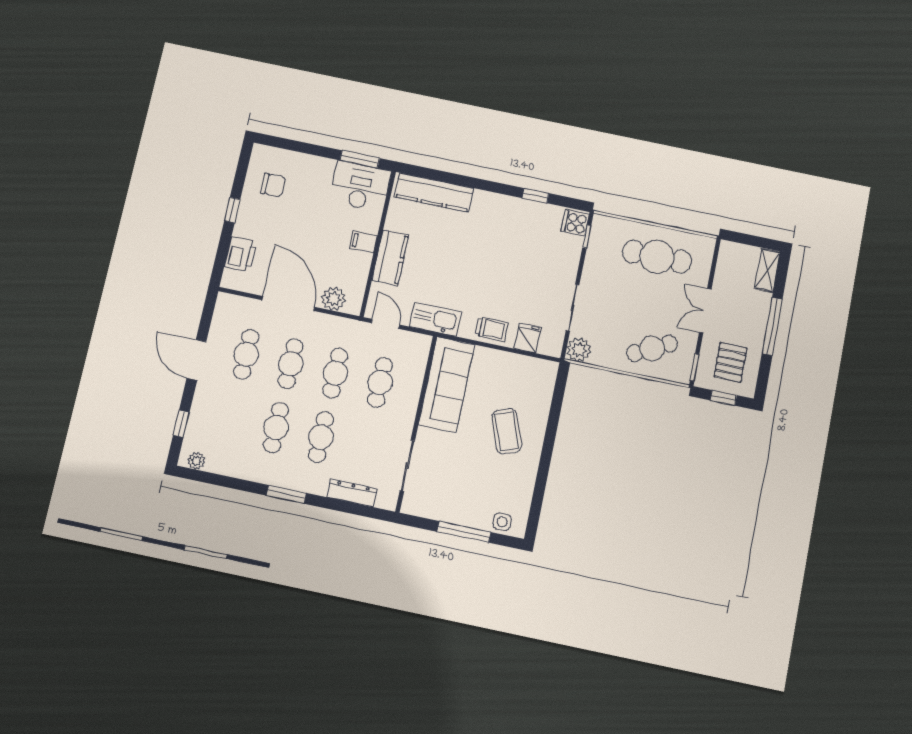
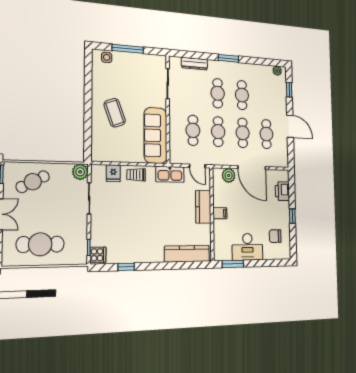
desk: (360, 186) -> (247, 247), moved

